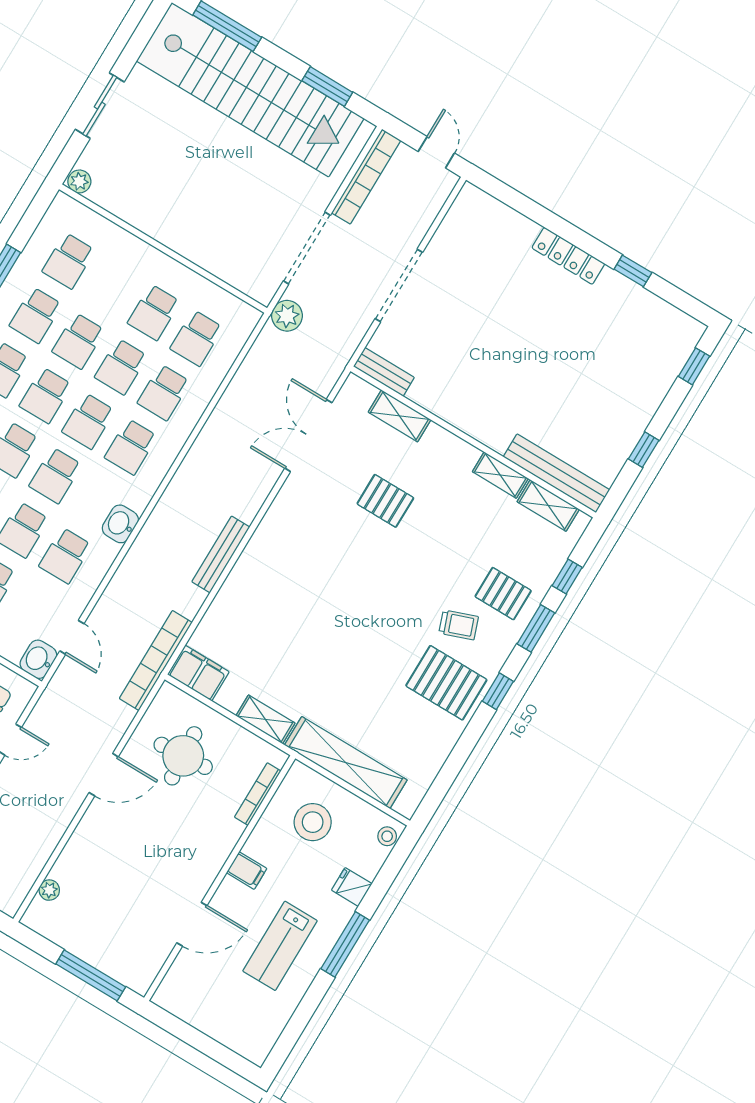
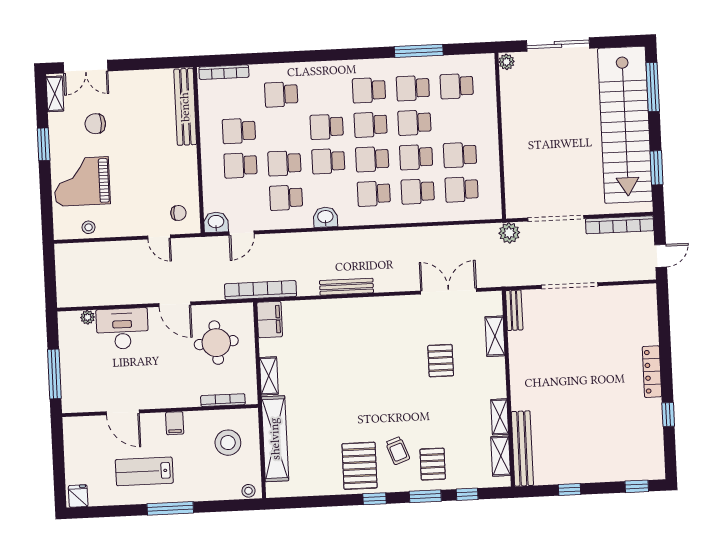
sliding door: (100, 106) -> (558, 44), width x1.37
desk: (91, 857) -> (122, 329), added
fridge: (352, 887) -> (78, 496), moved

